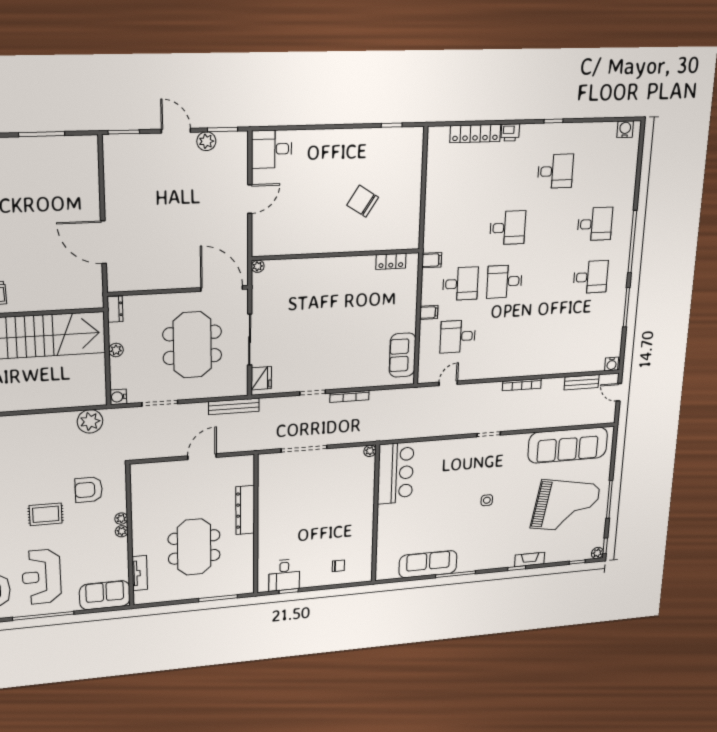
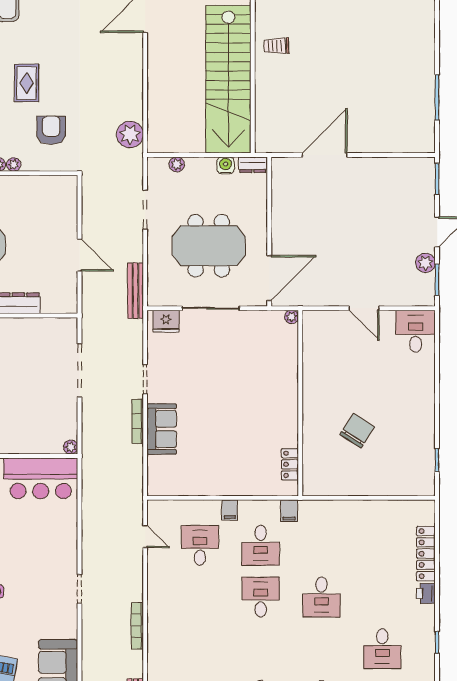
plant: (116, 350) -> (177, 164), moved
sofa: (402, 355) -> (162, 429), moved, turned 90
water cooler: (118, 397) -> (226, 165), moved

